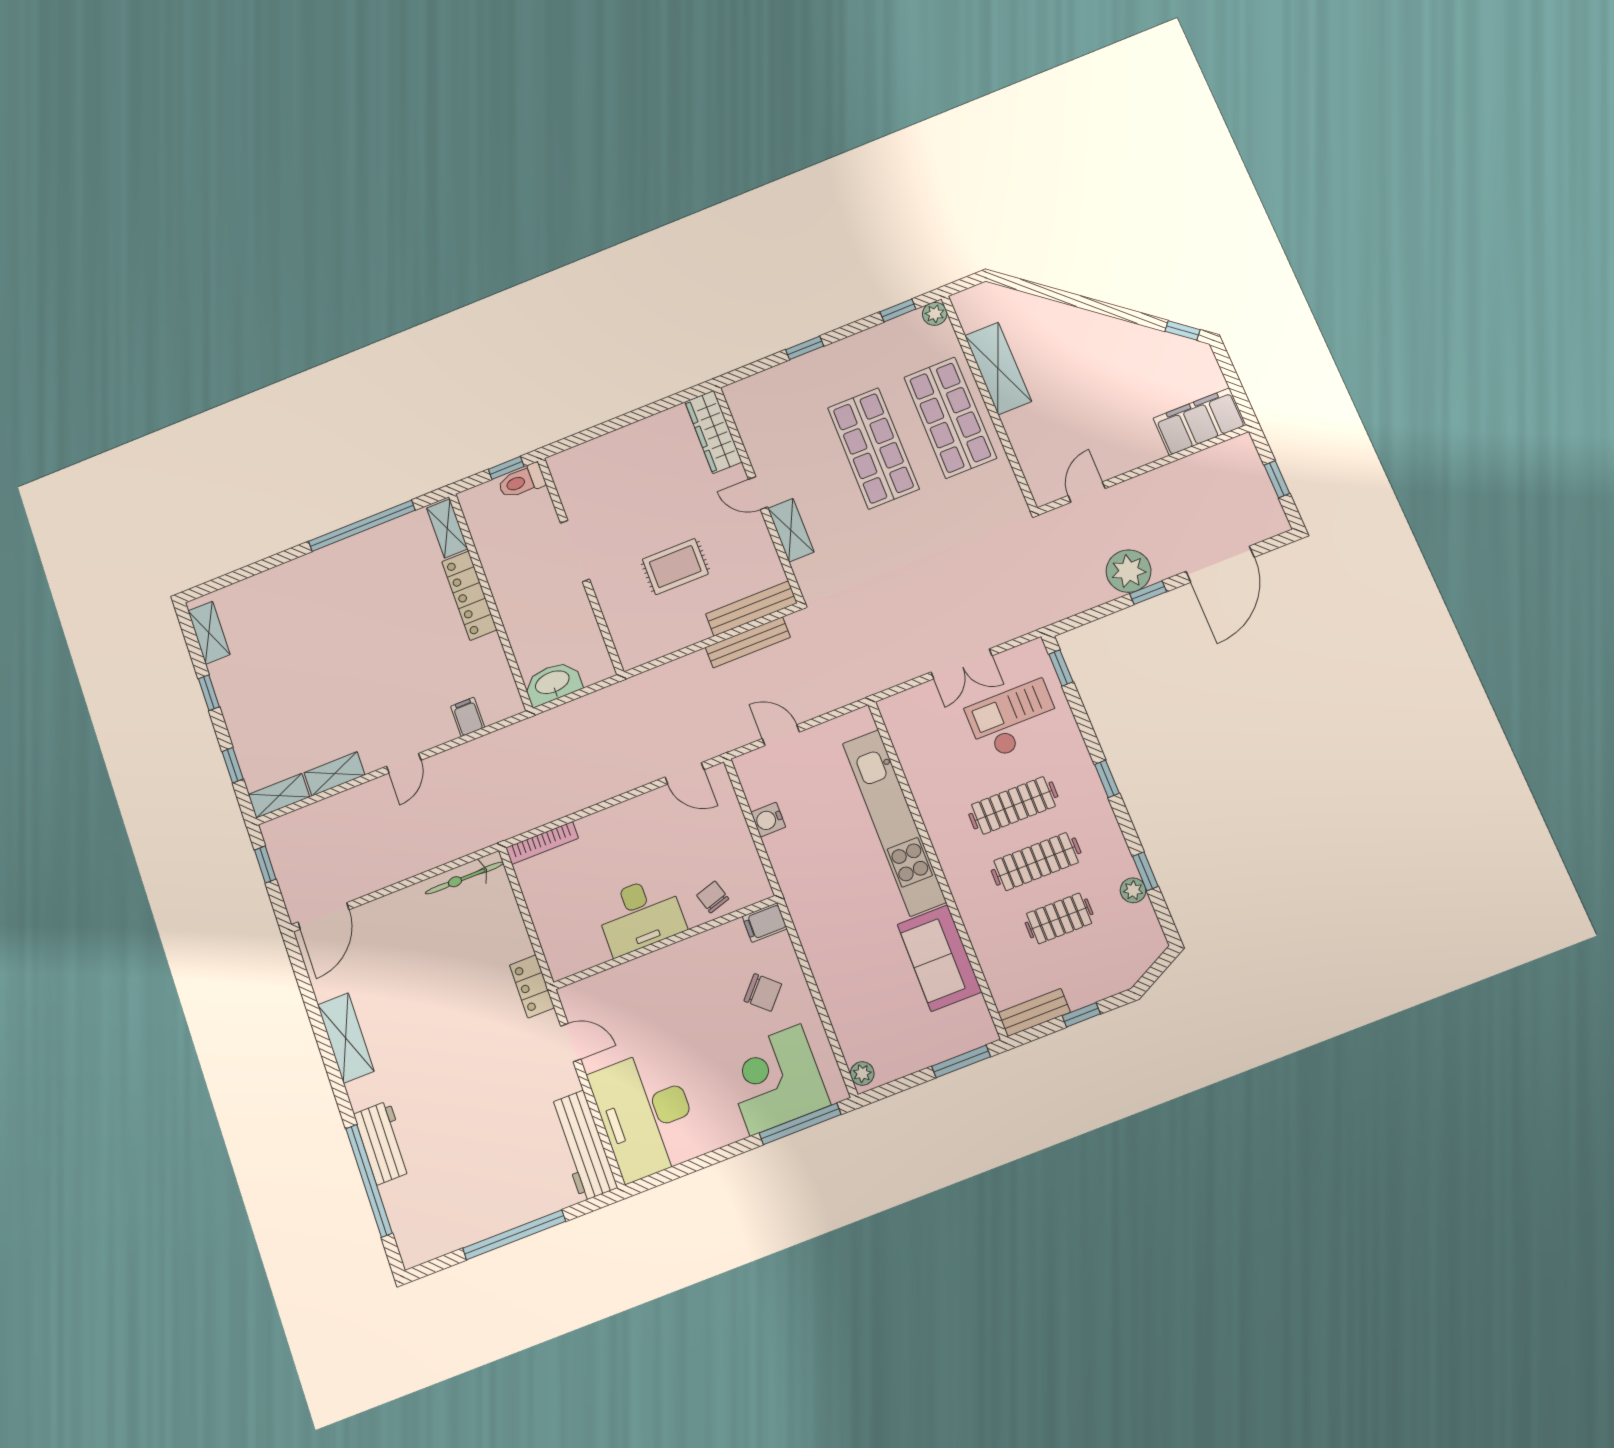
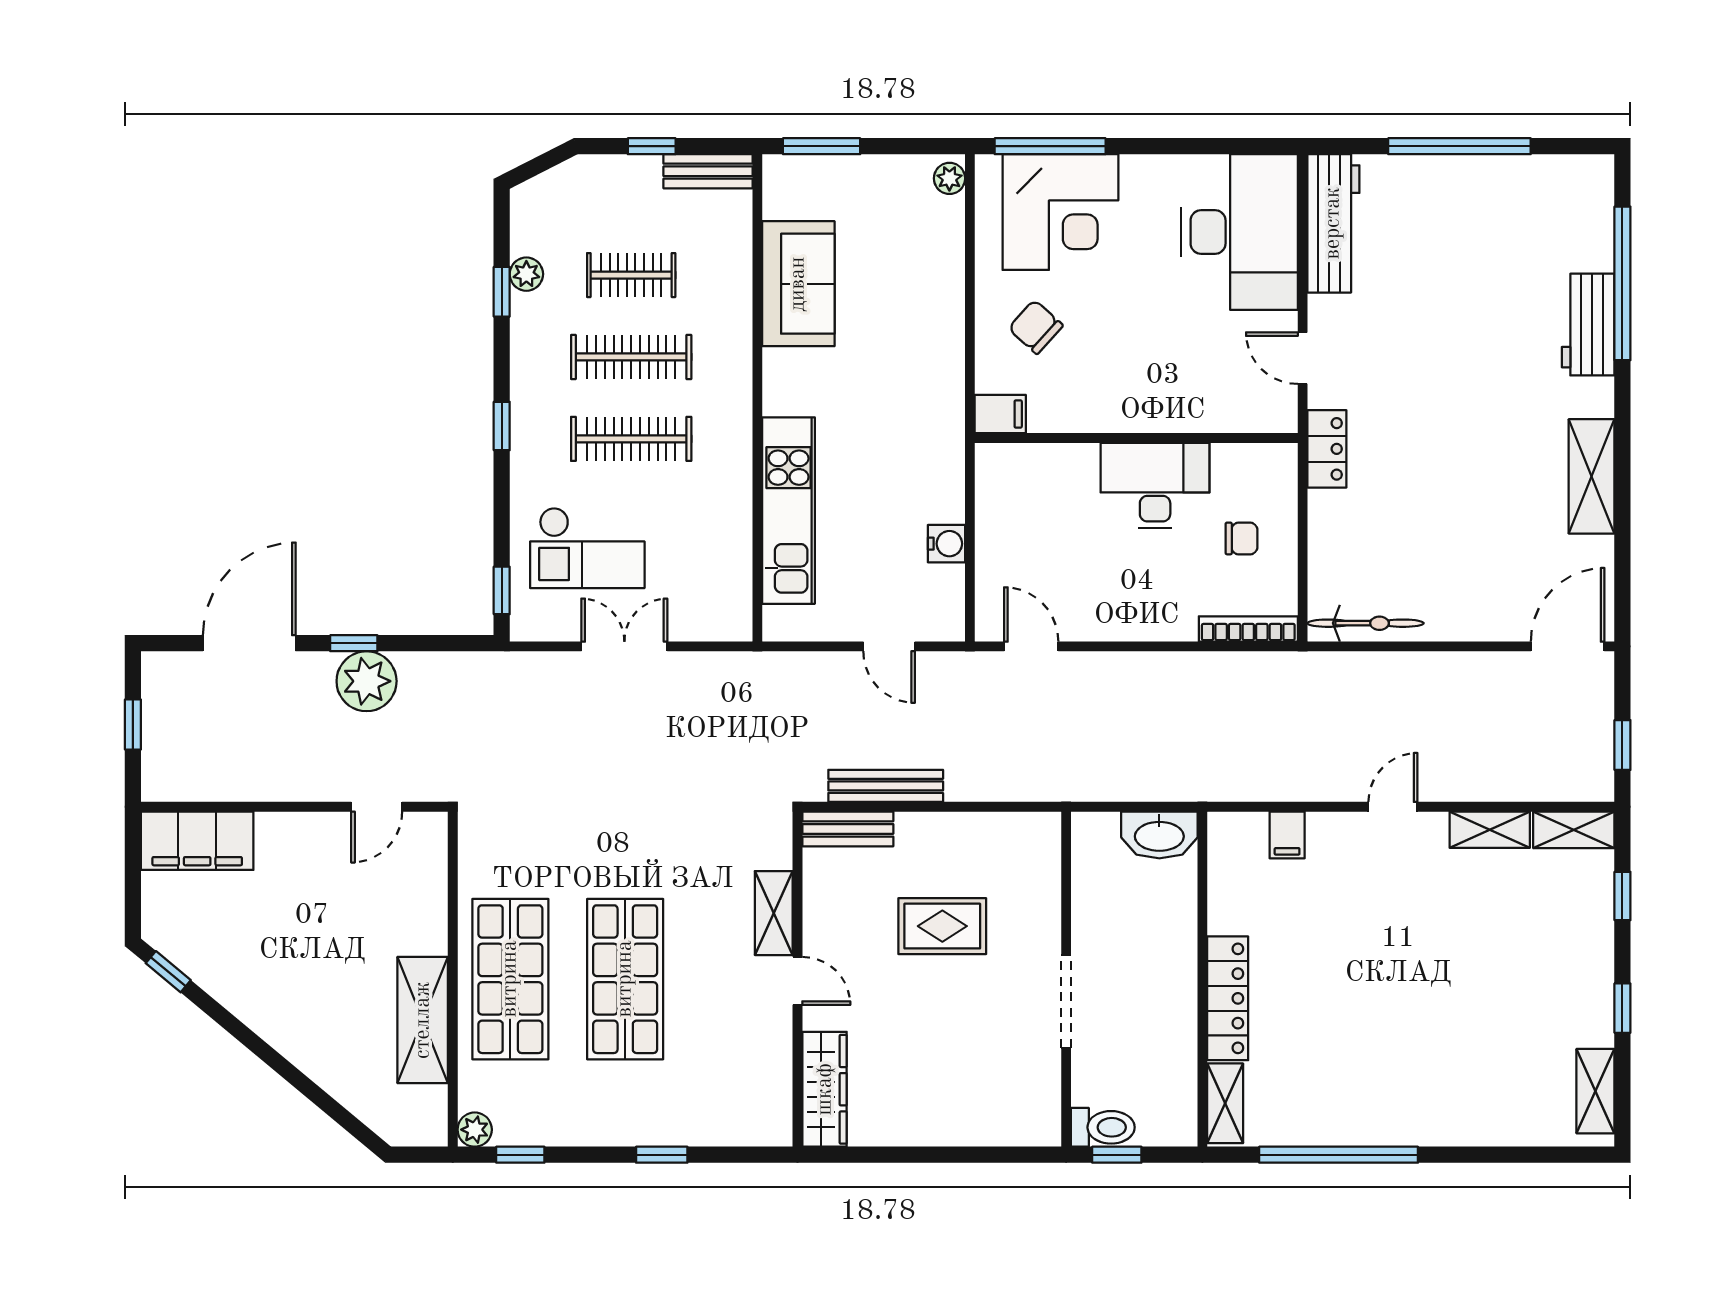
bench: (751, 609) -> (848, 829), width x0.73
kitchen unit: (894, 822) -> (789, 511), width x0.73
chair: (713, 897) -> (1241, 538), moved, turned -73

